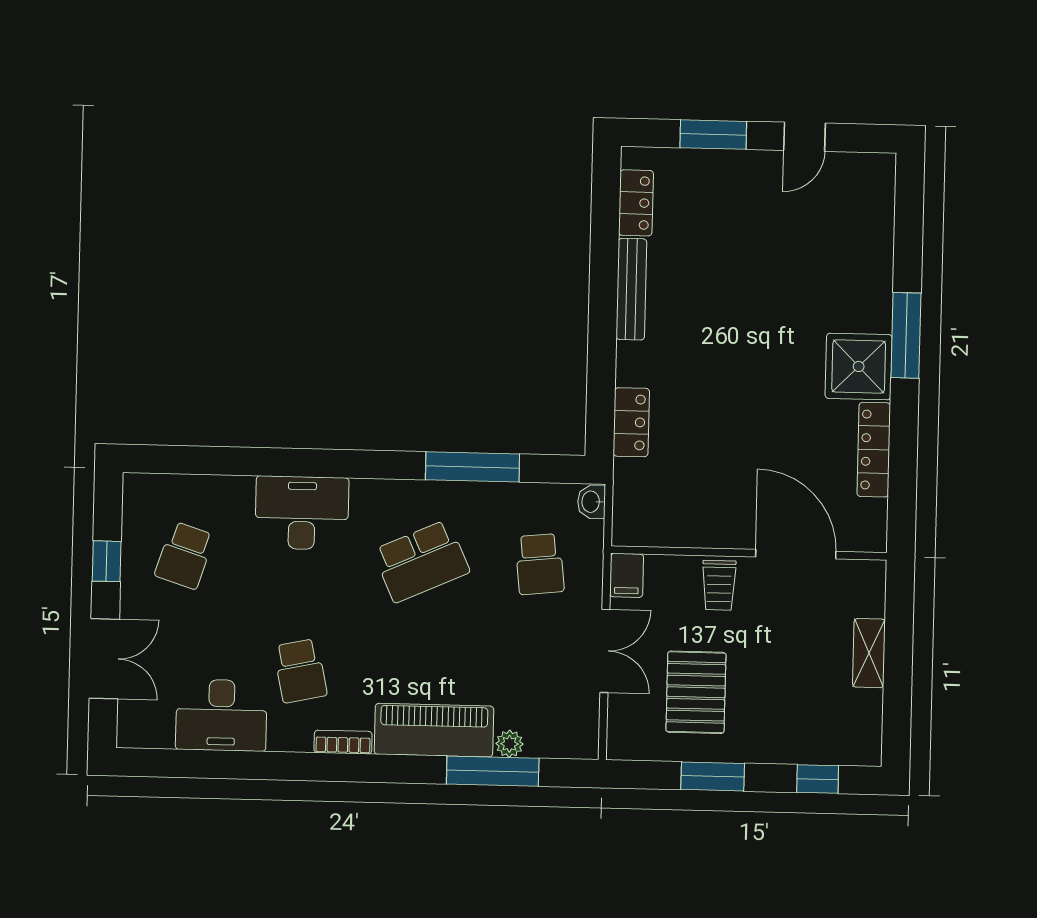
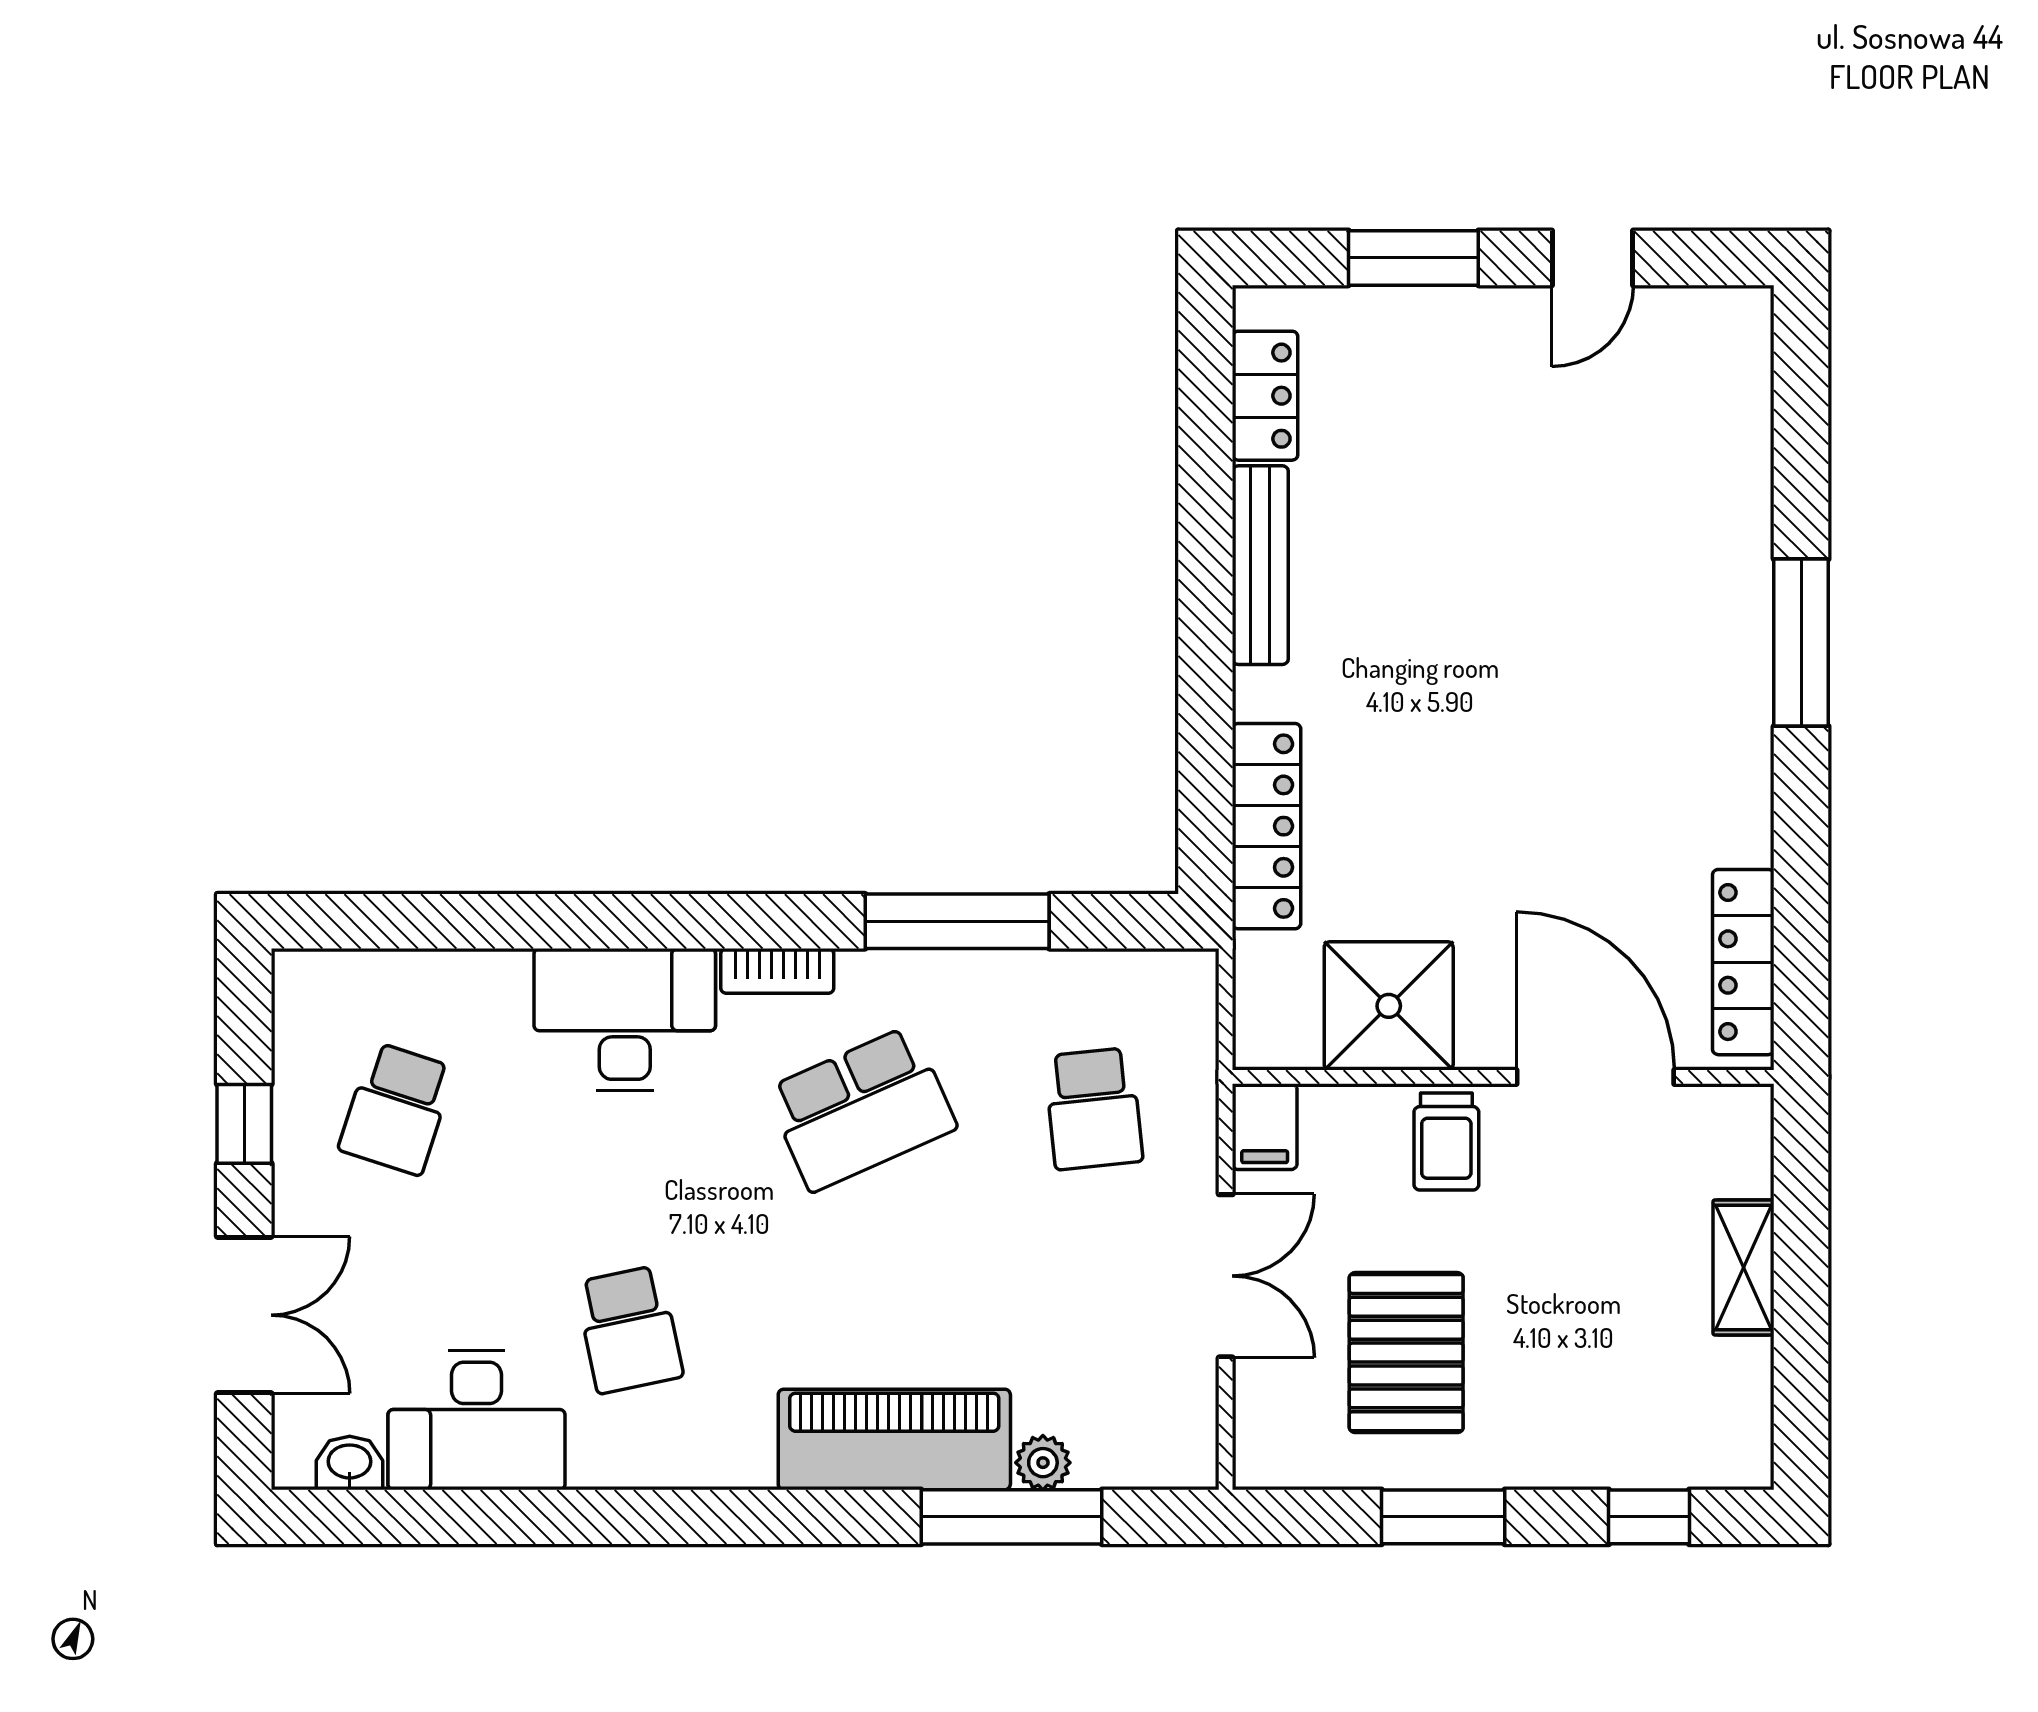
shower: (859, 366) -> (1389, 1006), moved
locker: (631, 422) -> (1267, 826), width x1.53
locker: (874, 450) -> (1743, 962), moved
washbasin: (591, 502) -> (350, 1463), moved, turned 90
bookcase: (343, 742) -> (777, 971), moved, turned 180

